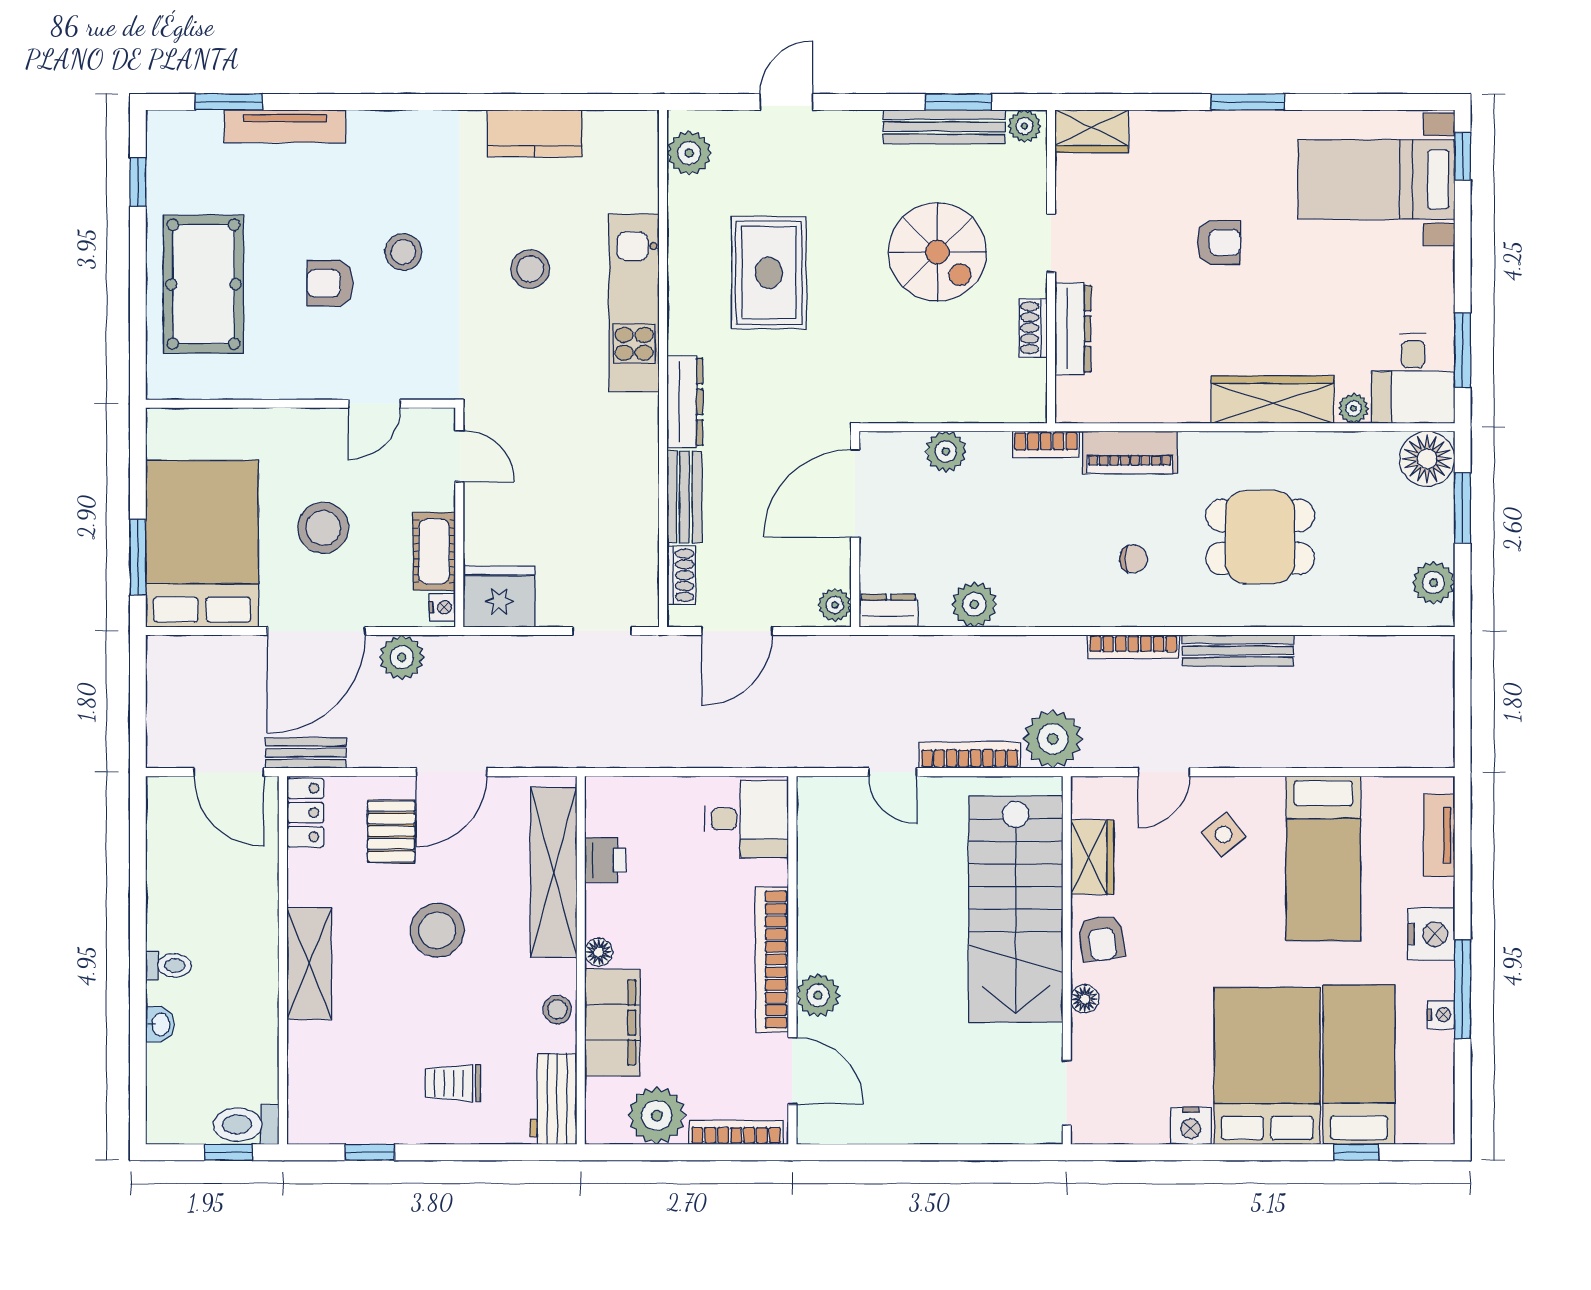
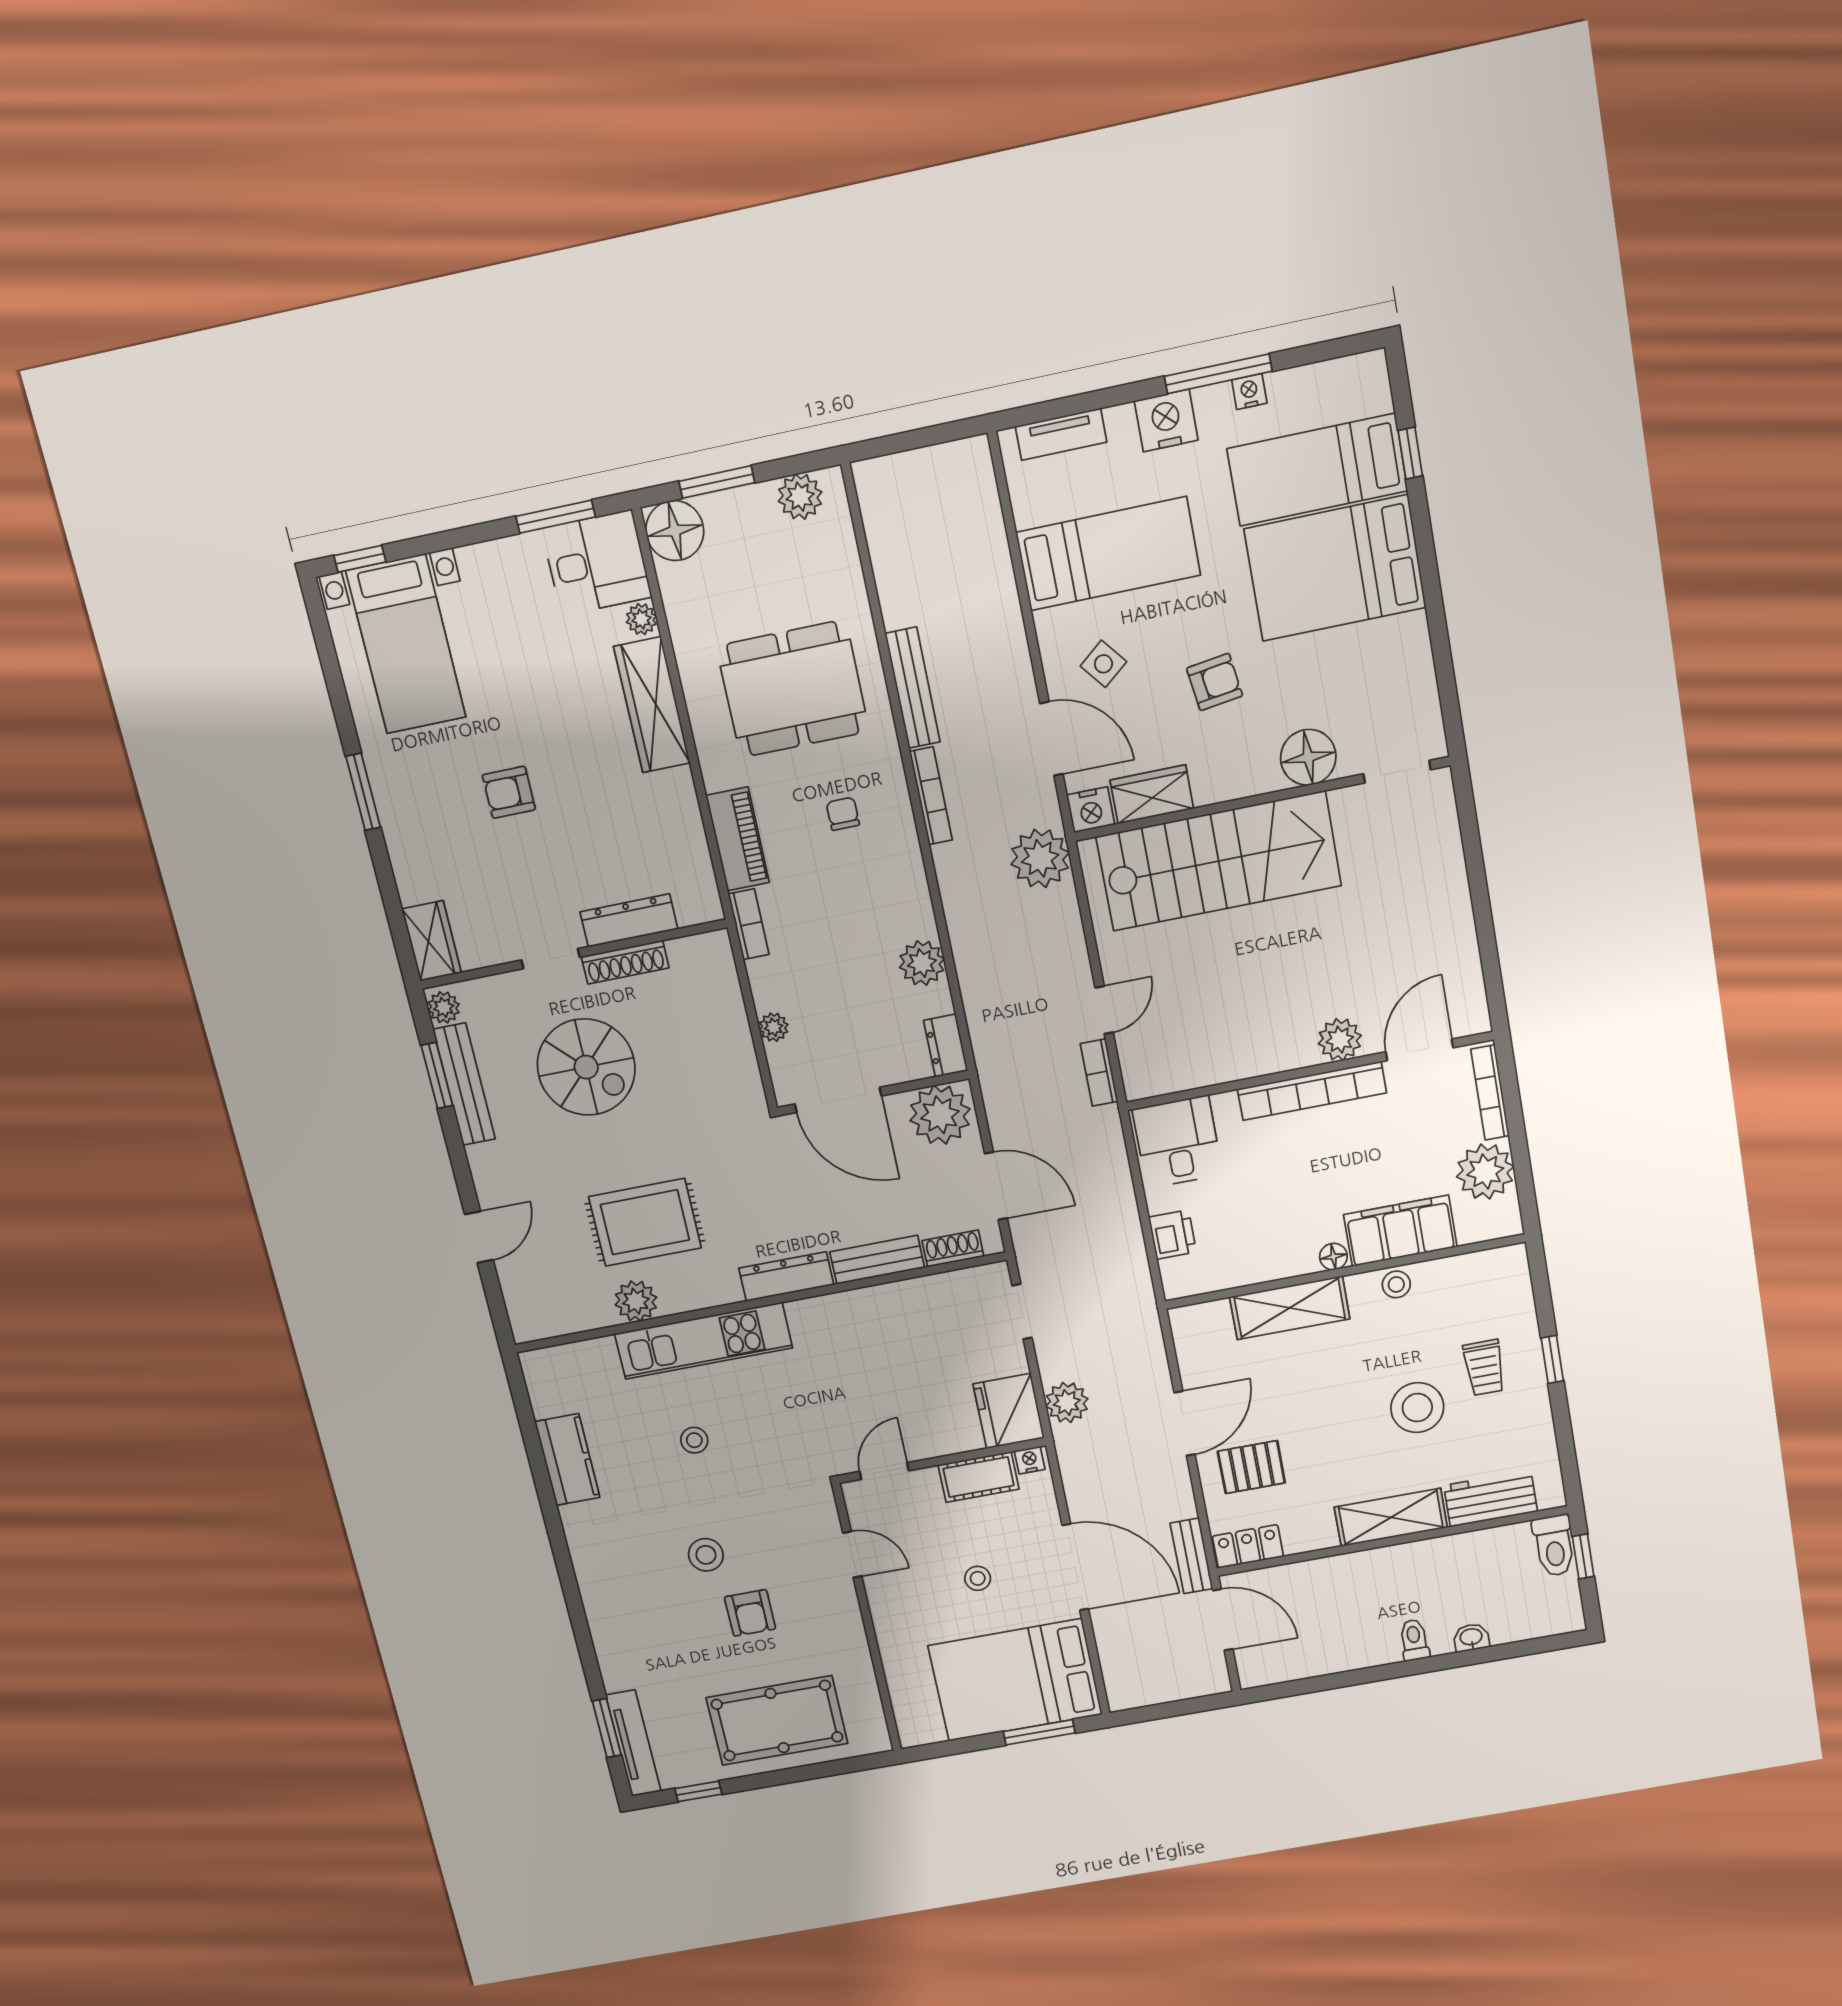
door: (786, 102) -> (479, 1237), swing flipped
tv unit: (285, 126) -> (633, 1743), moved
plant: (689, 153) -> (636, 1301), moved
armchair: (1219, 242) -> (509, 792), turned -90
spiral stairs: (937, 252) -> (586, 1067), turned 90
stool: (530, 269) -> (694, 1440), width x0.73, depth x0.73
shoe rack: (1033, 328) -> (625, 962), width x1.43
plant: (946, 451) -> (774, 1027), width x0.73, depth x0.73
stool: (323, 528) -> (978, 1578), width x0.53, depth x0.53
dining table: (1260, 537) -> (793, 689), width x1.38
plant: (835, 605) -> (940, 1115), width x1.88, depth x1.88
plant: (402, 657) -> (1067, 1402), moved
bookcase: (970, 755) -> (1099, 1073), moved, width x0.64
door: (229, 772) -> (1223, 1620), hinge flipped
door: (451, 772) -> (1185, 1423), hinge flipped
door: (1164, 772) -> (1051, 739), width x1.38
printer: (605, 860) -> (1173, 1234), moved, turned 90
shelving: (554, 872) -> (1290, 1308), width x0.68
stool: (437, 930) -> (1417, 1408), moved
armchair: (1102, 938) -> (1215, 682), moved
floor lamp: (1085, 999) -> (1308, 757), width x1.89, depth x1.89
workbench: (553, 1099) -> (1491, 1499), moved, turned 180
nightstand: (1191, 1126) -> (1091, 810), moved, turned 90
window: (370, 1152) -> (1552, 1359), moved

